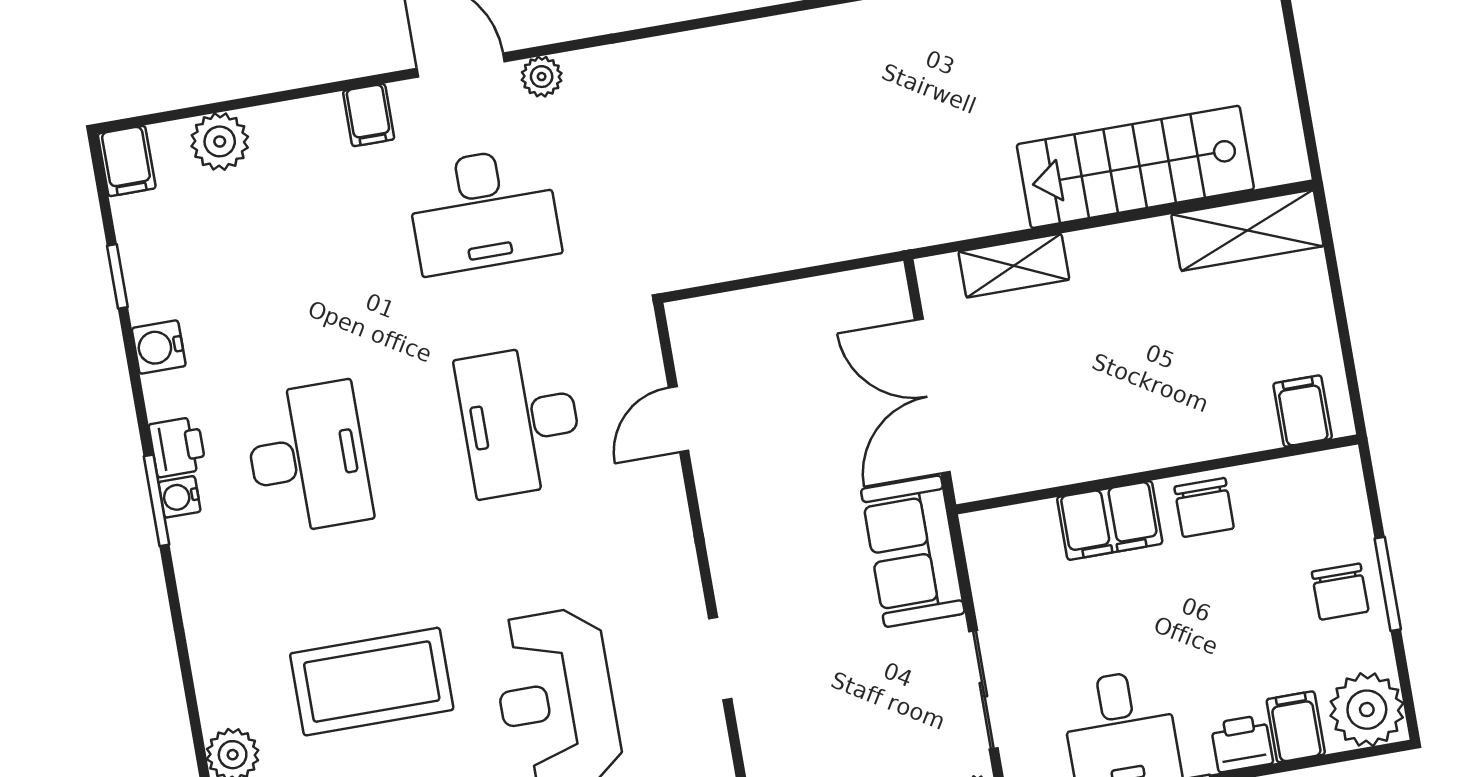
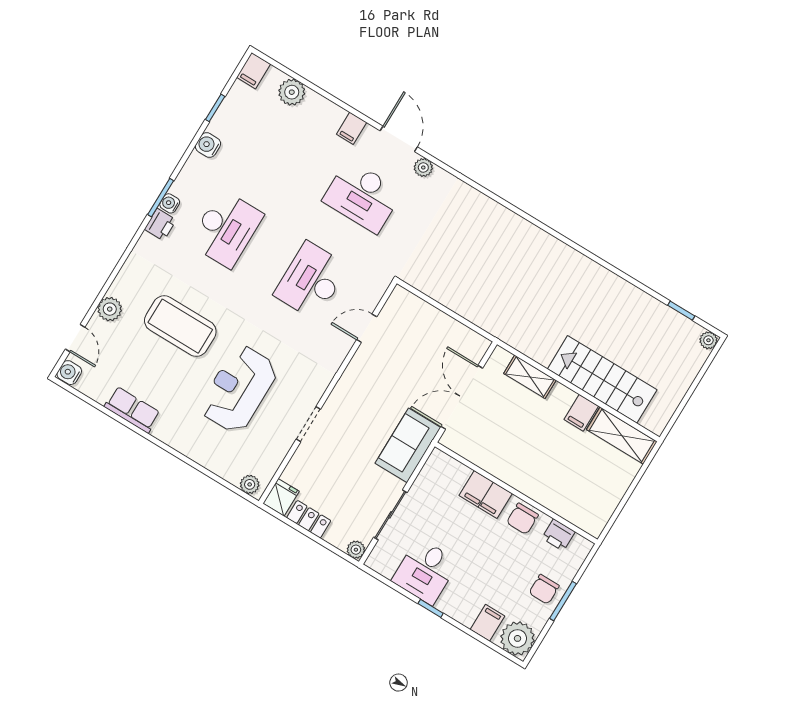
filing cabinet: (1303, 411) -> (581, 413), moved, turned 180
printer: (177, 447) -> (160, 225), moved
printer: (1242, 744) -> (558, 535), moved, turned 180

